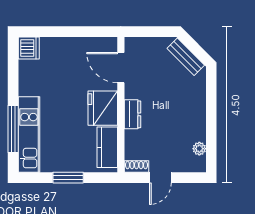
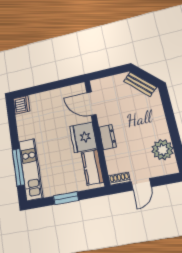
plant: (199, 149) -> (162, 150), width x1.88, depth x1.88

